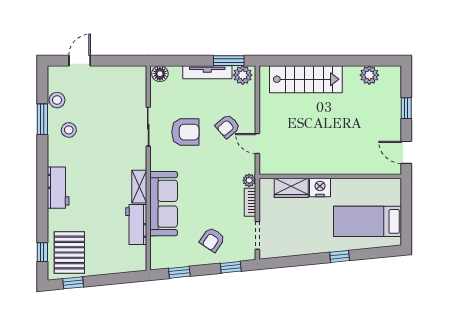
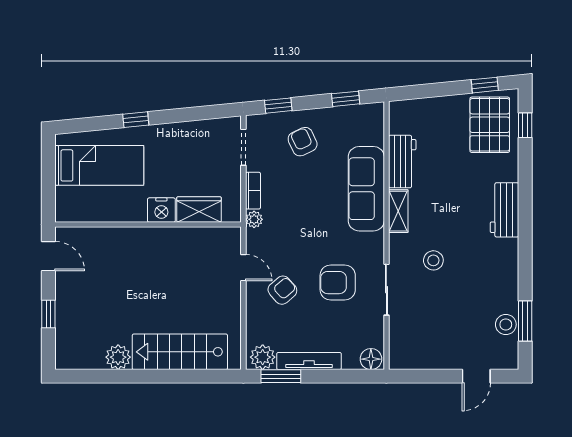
plant: (369, 75) -> (118, 357), moved
window: (42, 119) -> (525, 321), moved
stool: (69, 130) -> (433, 260), moved
armchair: (212, 240) -> (303, 142), turned -59

